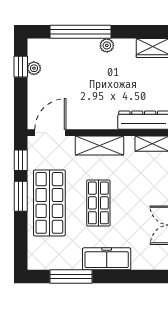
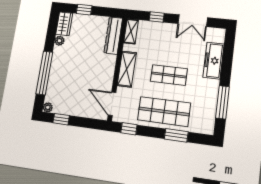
plant: (107, 45) -> (59, 41), moved
plant: (34, 68) -> (48, 107), moved
window: (21, 196) -> (176, 135), moved
freezer: (107, 259) -> (213, 61), moved

